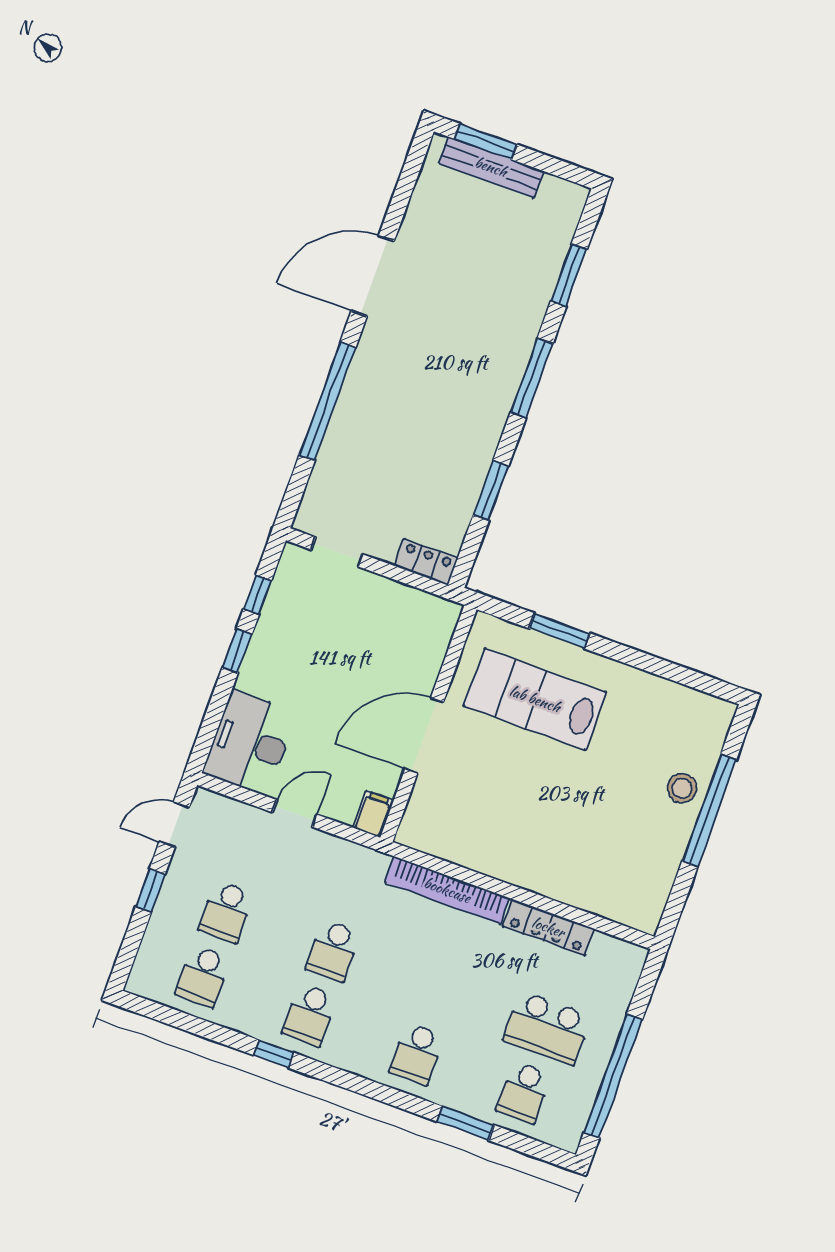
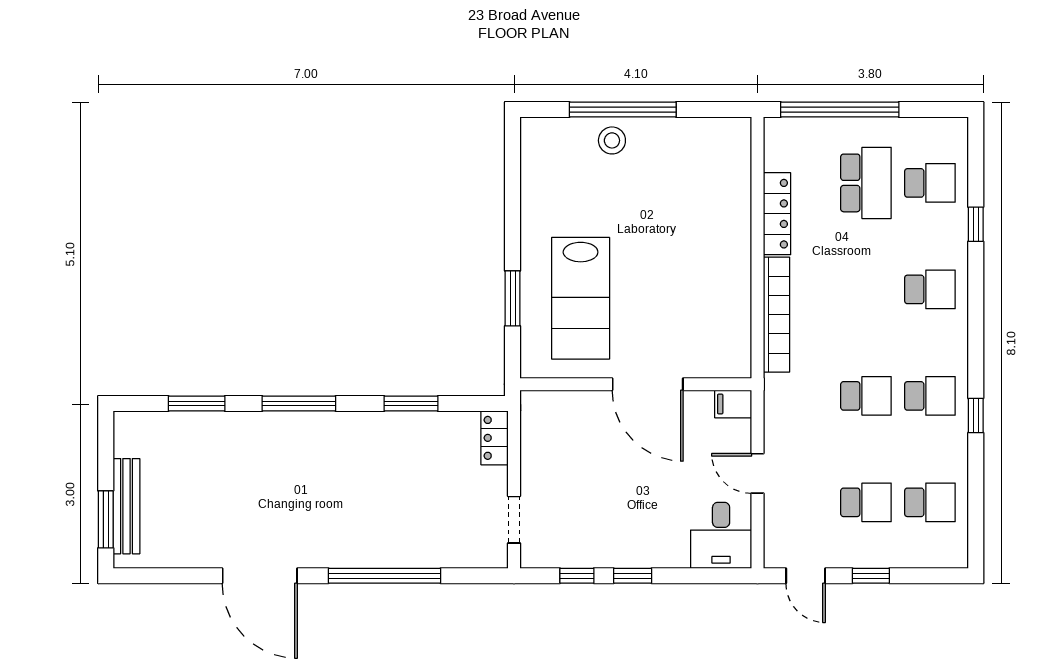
desk: (250, 743) -> (721, 535), width x0.73
window: (613, 1076) -> (840, 110), moved
window: (466, 1123) -> (976, 224), width x0.67

